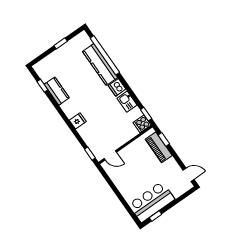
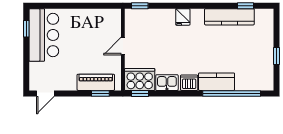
kitchen counter: (100, 64) -> (217, 82), width x0.67
kitchen counter: (57, 91) -> (229, 17), width x1.50
cooker: (142, 124) -> (140, 79), width x1.87, depth x1.31
door: (110, 155) -> (123, 46), moved

